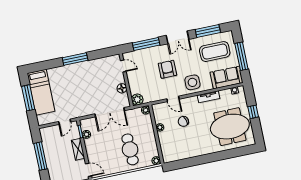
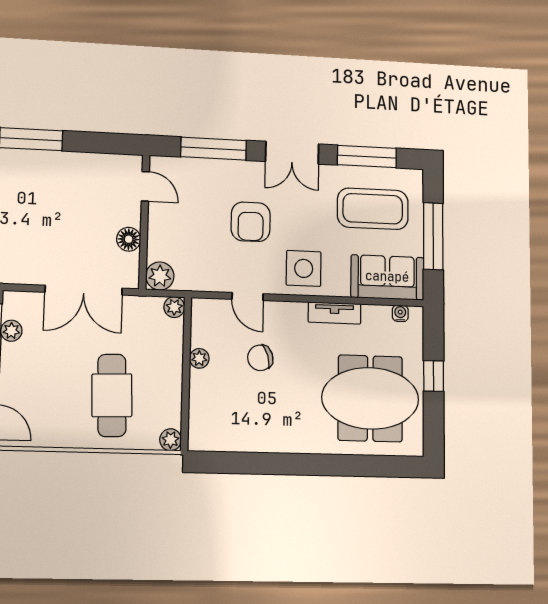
armchair: (167, 69) -> (251, 222), turned 180

